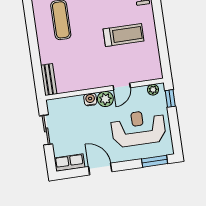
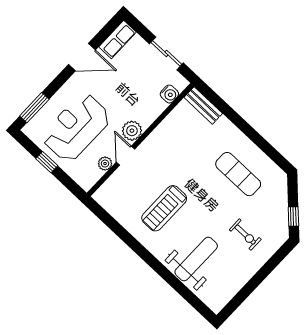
plant: (153, 90) -> (105, 164), moved
window: (170, 98) -> (47, 162), moved
water cooler: (90, 99) -> (169, 94), moved
reception desk: (138, 128) -> (76, 127), turned 180

